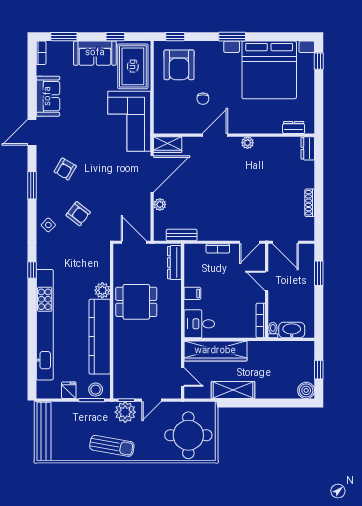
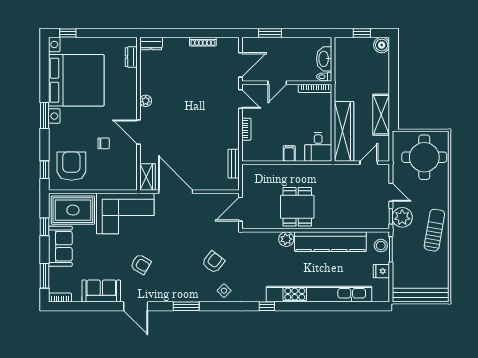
armchair: (179, 65) -> (71, 166), turned -90
armchair: (65, 169) -> (141, 264), moved
plant: (160, 204) -> (204, 184), removed
dresser: (174, 263) -> (260, 170), removed

